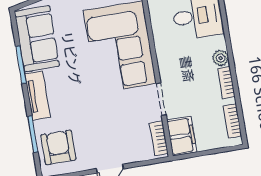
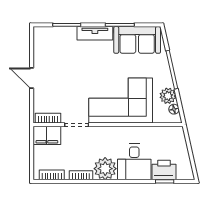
plant: (221, 58) -> (105, 169), width x1.88, depth x1.88
armchair: (58, 147) -> (54, 42), removed

